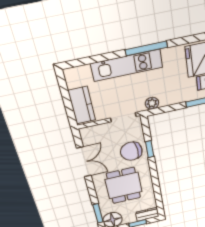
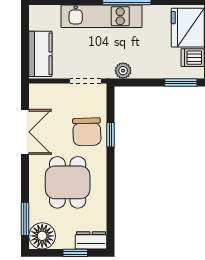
chair: (131, 151) -> (87, 132), turned -88

